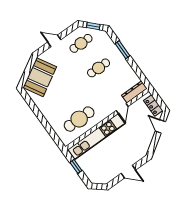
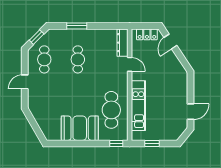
booth: (40, 77) -> (80, 128), moved, turned -60
door: (160, 126) -> (170, 41), hinge flipped
kitchen unit: (96, 137) -> (138, 106), width x0.73
window: (57, 140) -> (116, 143), added
door: (128, 172) -> (191, 112), moved

